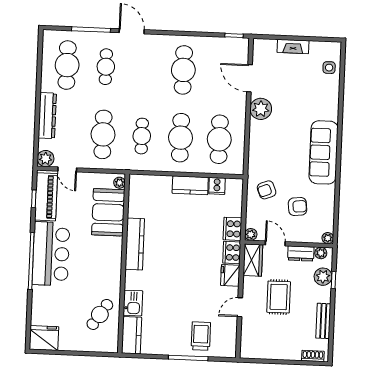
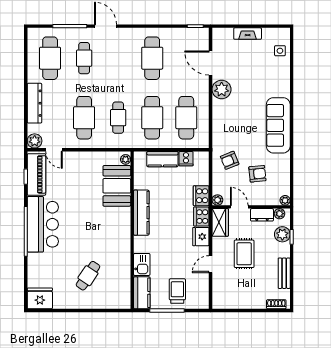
plant: (119, 183) -> (126, 159), moved
booth: (108, 212) -> (117, 186), moved
kitchen counter: (135, 244) -> (141, 213), moved
wall: (124, 263) -> (132, 230), moved
kitchen sink: (133, 303) -> (142, 264), moved
kitchen counter: (132, 335) -> (142, 293), moved

